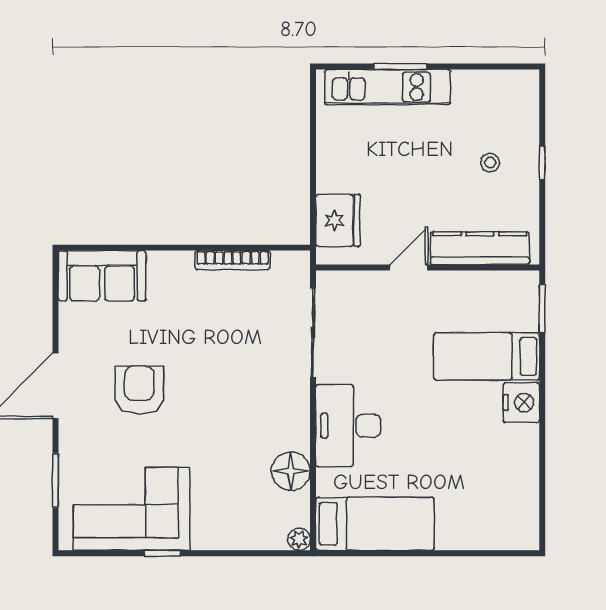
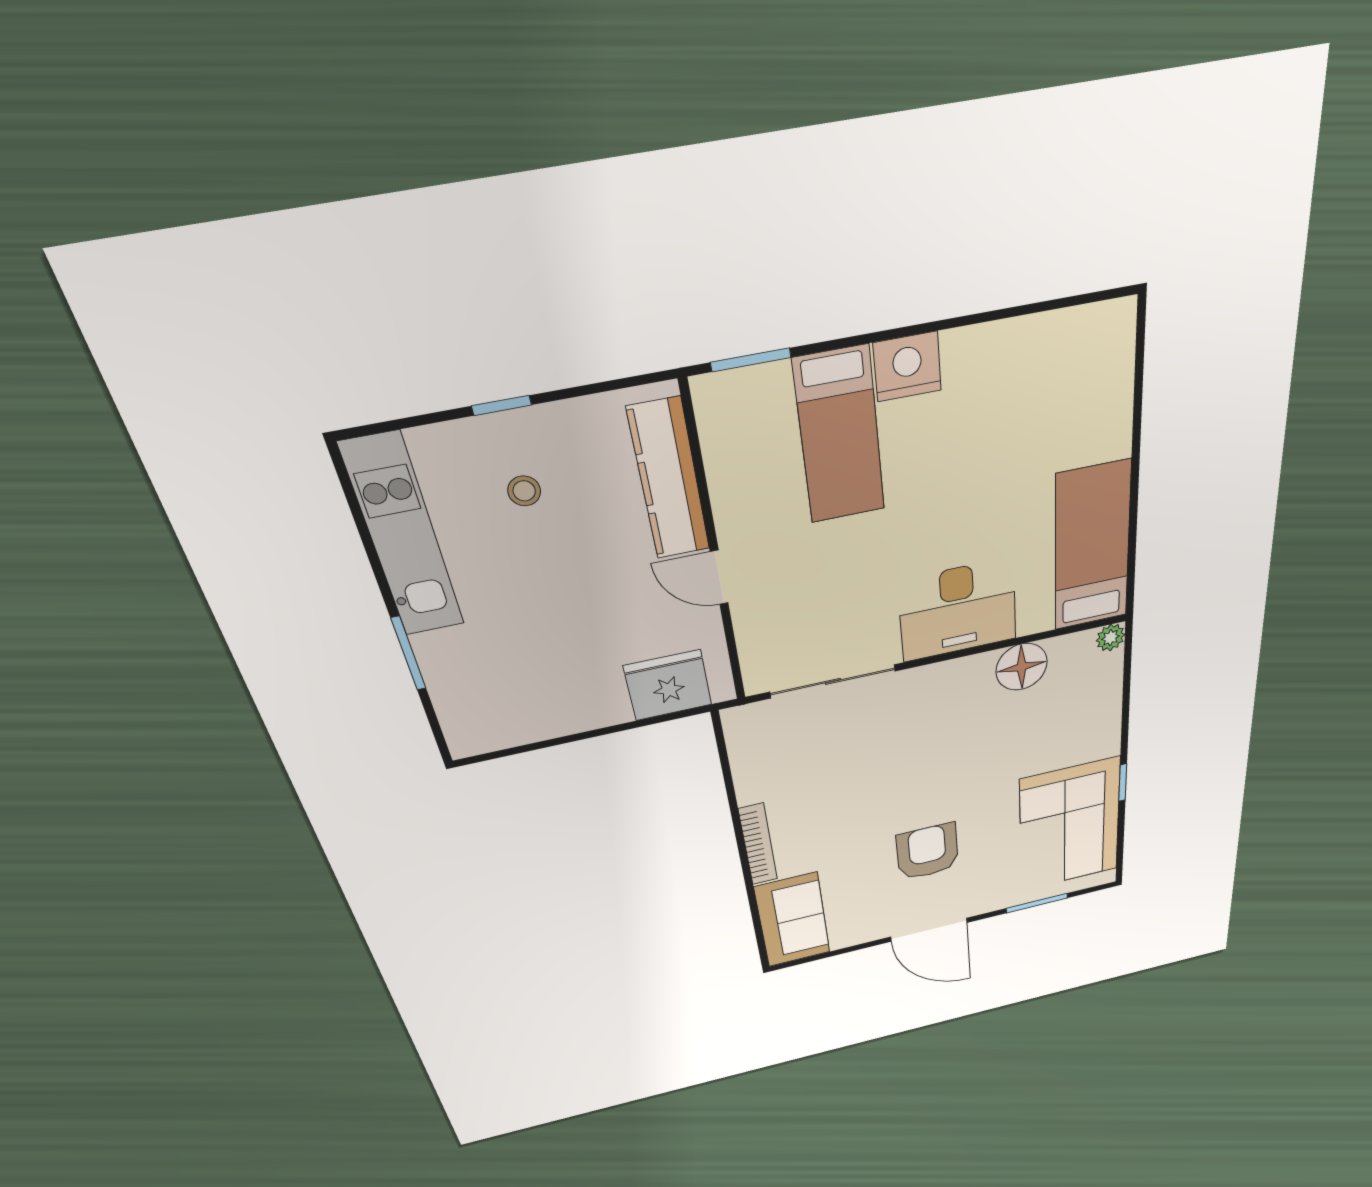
kitchen unit: (388, 87) -> (403, 537), moved
bookcase: (233, 260) -> (758, 844), moved
armchair: (139, 390) -> (927, 852), turned 90

